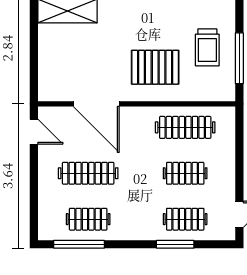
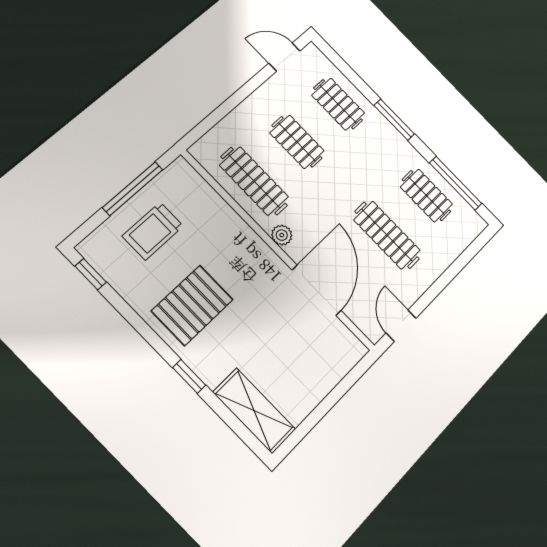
trolley: (207, 47) -> (153, 231), turned 180
pallet: (155, 67) -> (192, 305), moved, turned 90
plant: (142, 114) -> (282, 235), added
window: (175, 244) -> (394, 120), moved

